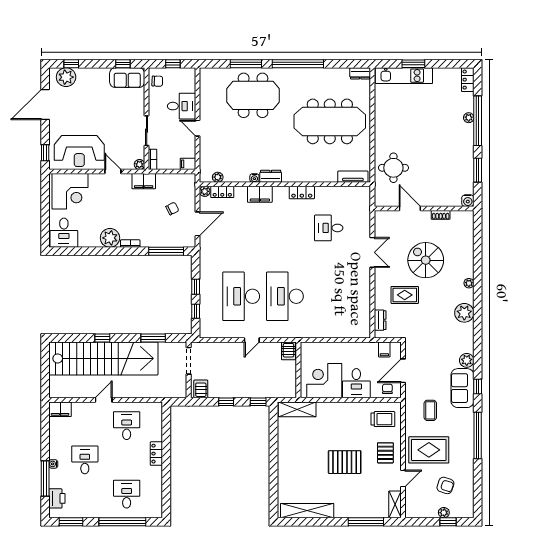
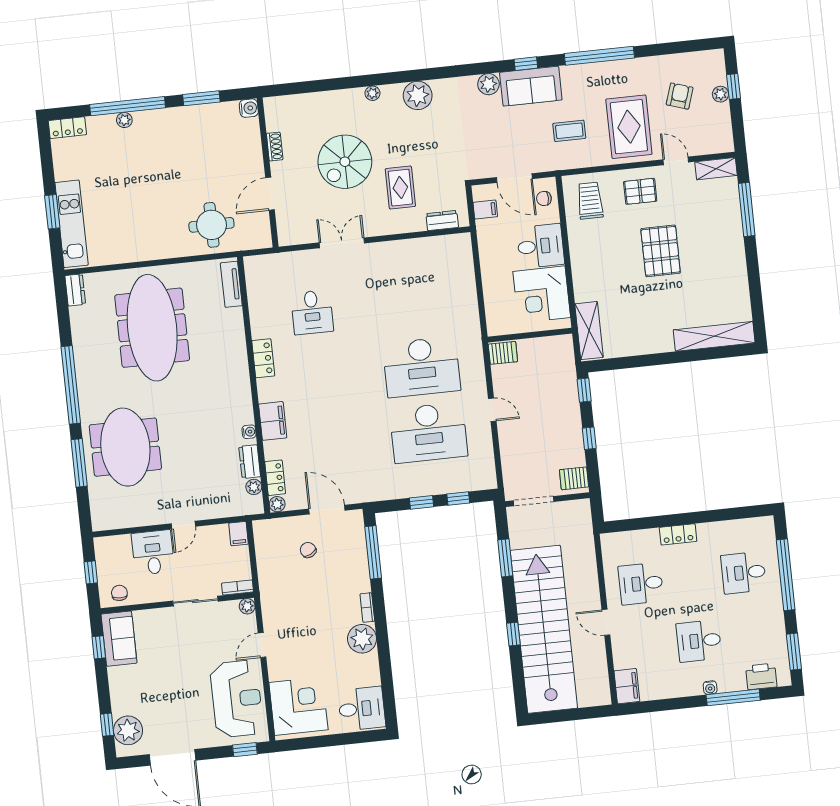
dresser: (271, 176) -> (250, 462), moved
filing cabinet: (144, 181) -> (272, 597), removed
shelving: (307, 511) -> (714, 336), moved, turned 90

